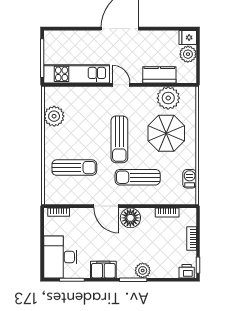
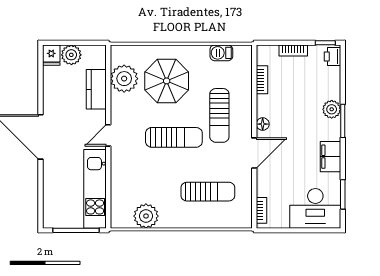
sun lounger: (74, 168) -> (208, 192), turned 90
floor lamp: (130, 218) -> (263, 124), width x0.53, depth x0.53

